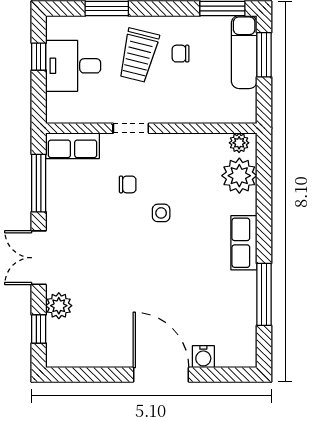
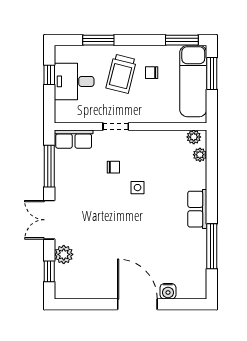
exam couch: (244, 52) -> (193, 81), width x1.36, depth x1.45
plant: (239, 176) -> (200, 155), width x0.53, depth x0.53

